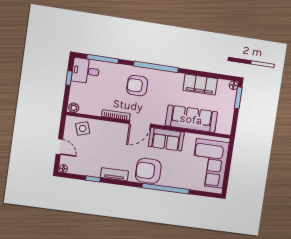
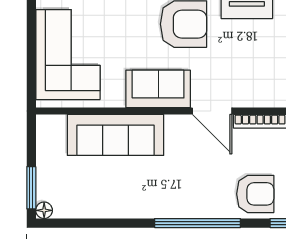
filing cabinet: (200, 85) -> (108, 202), removed
armchair: (137, 86) -> (255, 194), moved
door: (140, 124) -> (212, 111), swing flipped

